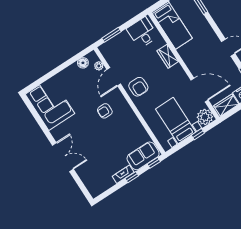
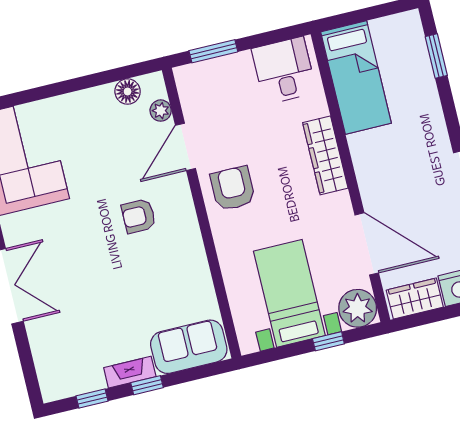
wardrobe: (168, 56) -> (325, 155), width x1.50
armchair: (138, 87) -> (233, 188), turned 180
window: (154, 163) -> (92, 399), moved

